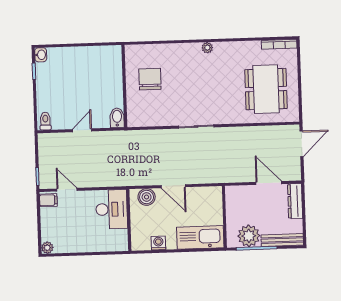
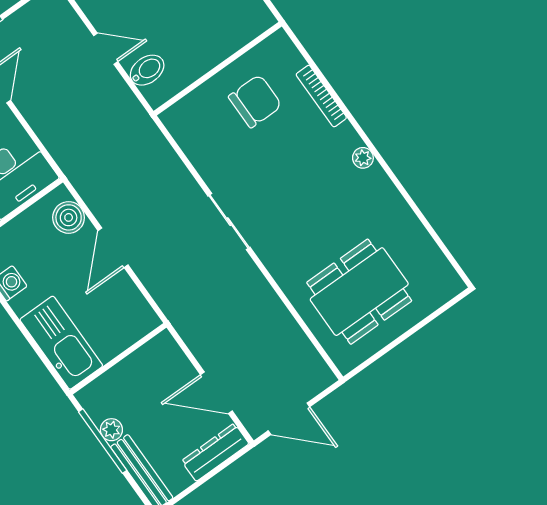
bookcase: (279, 44) -> (321, 96), moved
bidet: (117, 118) -> (147, 70), moved
door: (302, 144) -> (289, 419), moved
door: (269, 183) -> (216, 393), swing flipped
plant: (249, 236) -> (111, 430), width x0.53, depth x0.53

